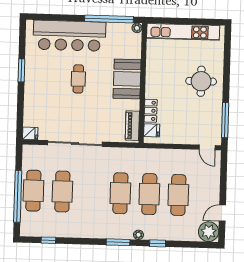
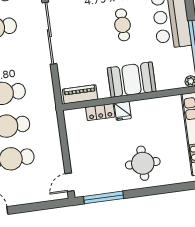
cafe table: (78, 79) -> (123, 25), turned 90
fridge: (152, 130) -> (123, 111), moved

